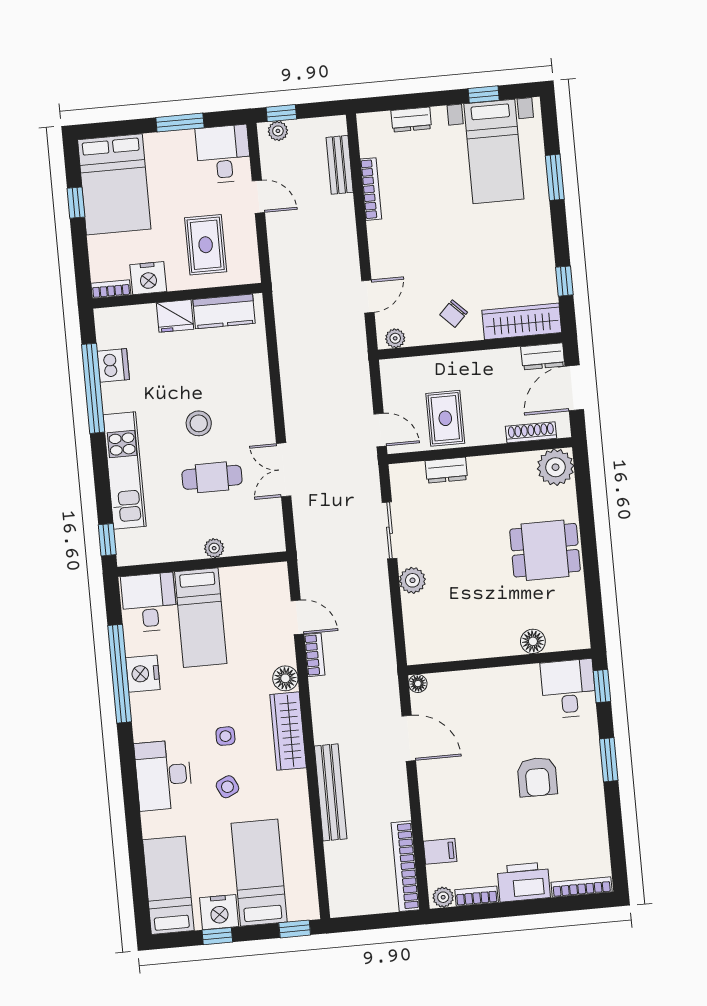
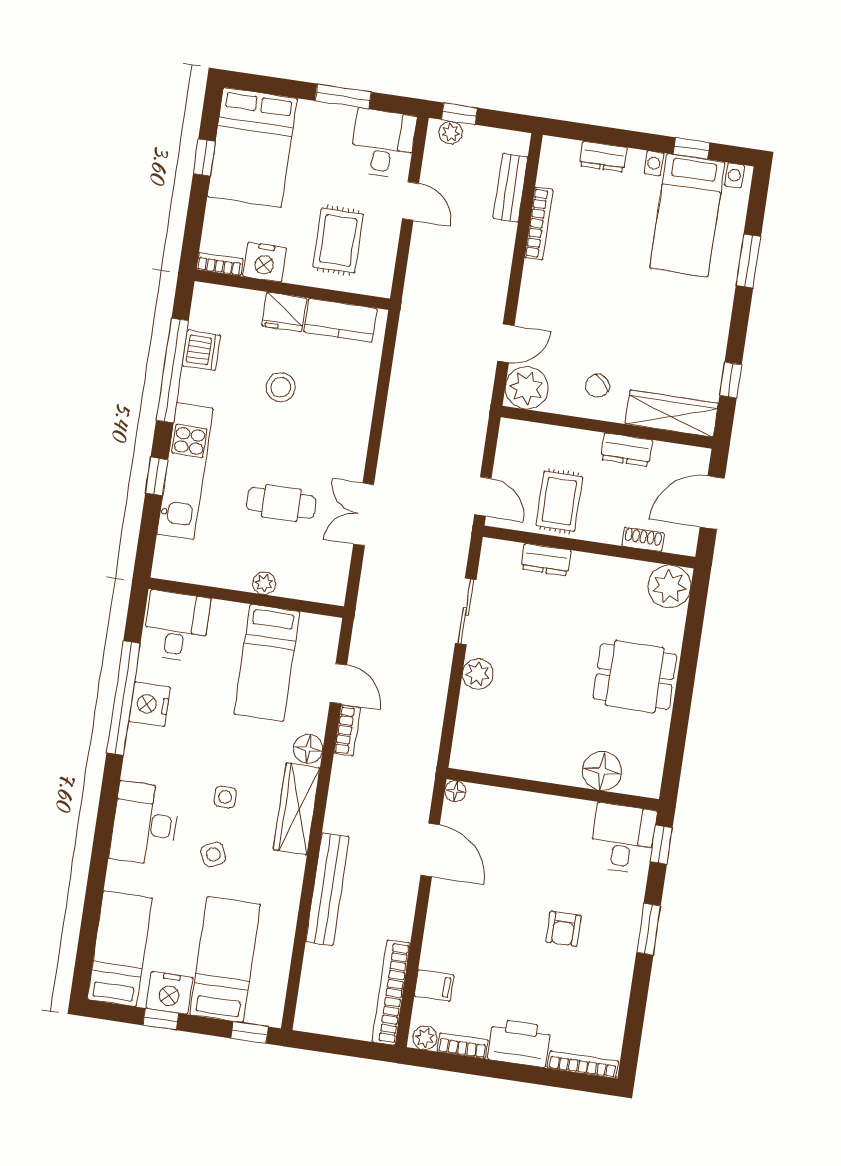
plant: (395, 338) -> (527, 388), width x1.88, depth x1.88
dresser: (543, 356) -> (627, 450), moved
stool: (199, 423) -> (281, 387), moved
shoe rack: (531, 432) -> (643, 539), width x0.70
window: (107, 540) -> (157, 476), moved
bed: (201, 618) -> (267, 663), moved
floor lamp: (533, 641) -> (602, 771), width x1.38, depth x1.38
armchair: (537, 777) -> (564, 929), width x0.72, depth x0.72

